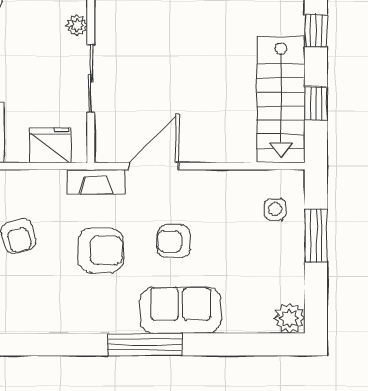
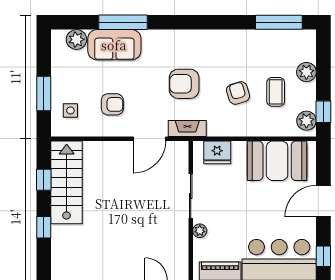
armchair: (174, 241) -> (112, 104), moved
sofa: (181, 310) -> (114, 45), moved
plant: (290, 318) -> (76, 39), moved
window: (145, 344) -> (123, 22), moved

